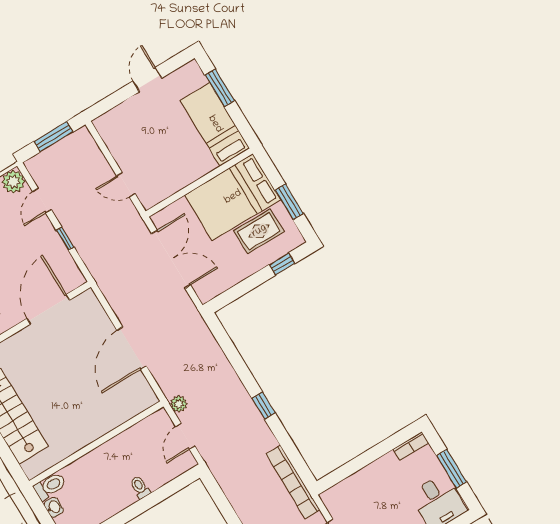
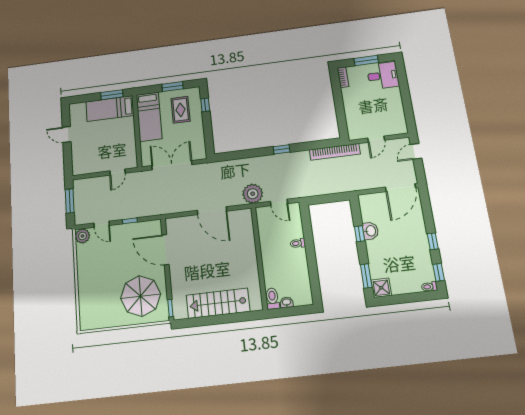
window: (220, 88) -> (112, 95), moved
bed: (233, 197) -> (149, 117), width x0.67
plant: (179, 404) -> (253, 194), width x1.88, depth x1.88

